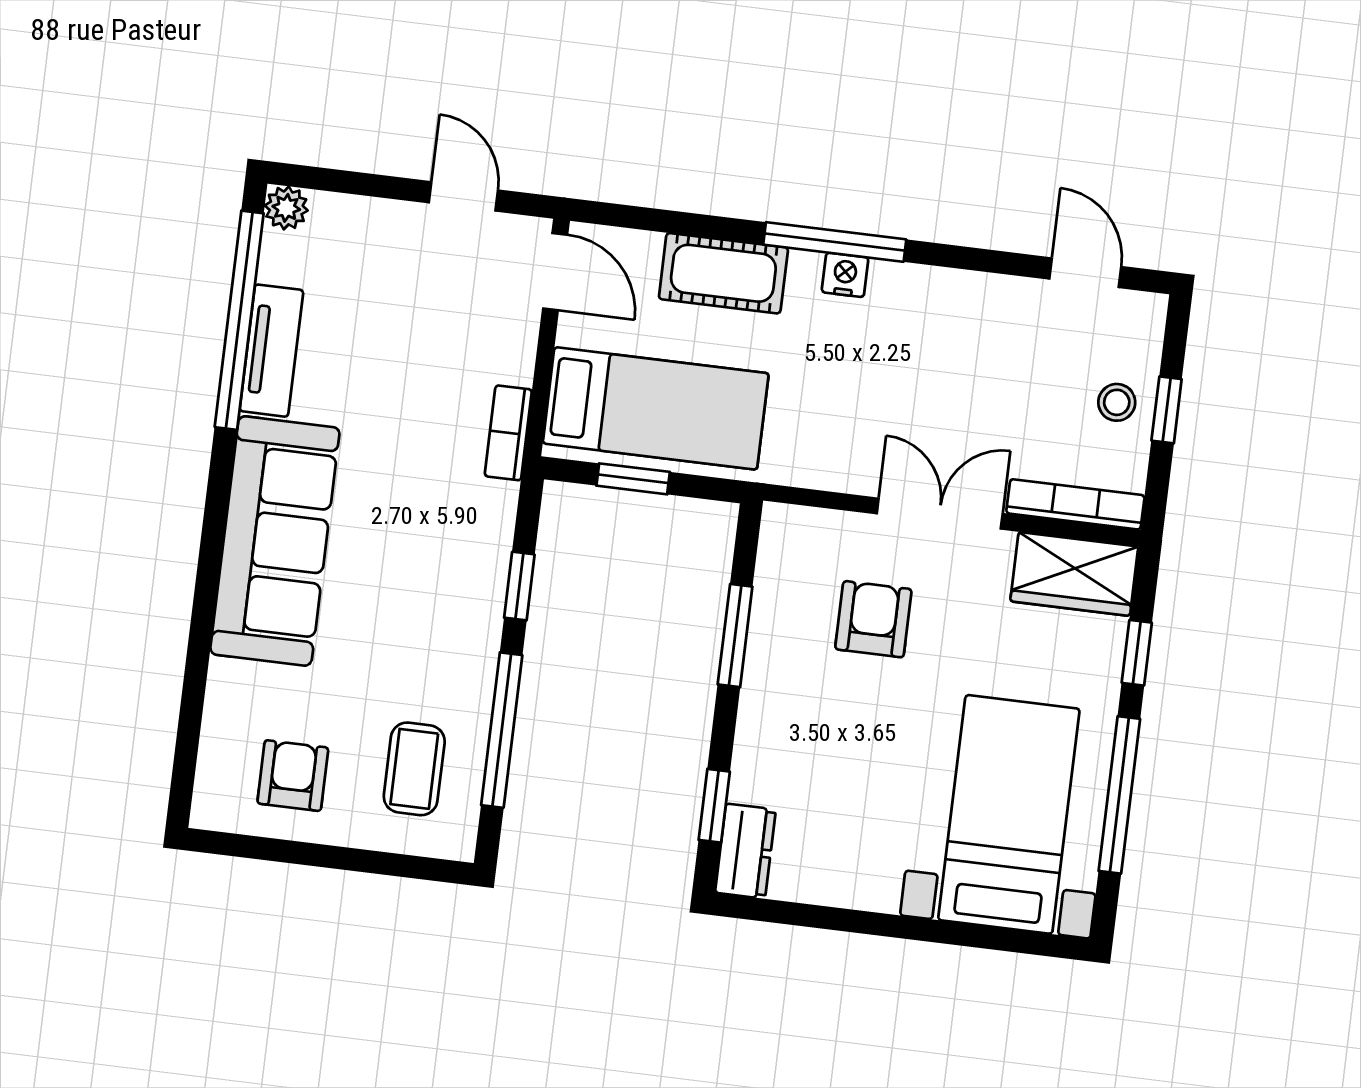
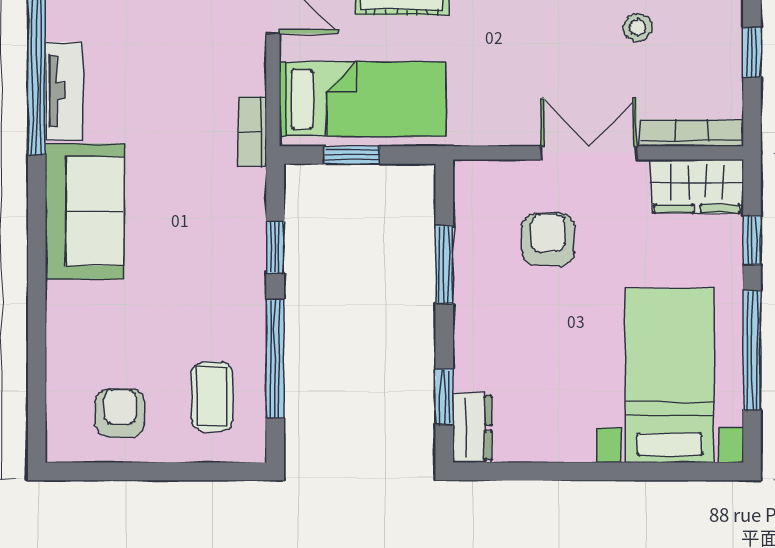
stool: (1117, 402) -> (638, 27), moved
sofa: (275, 541) -> (85, 211), width x0.73

